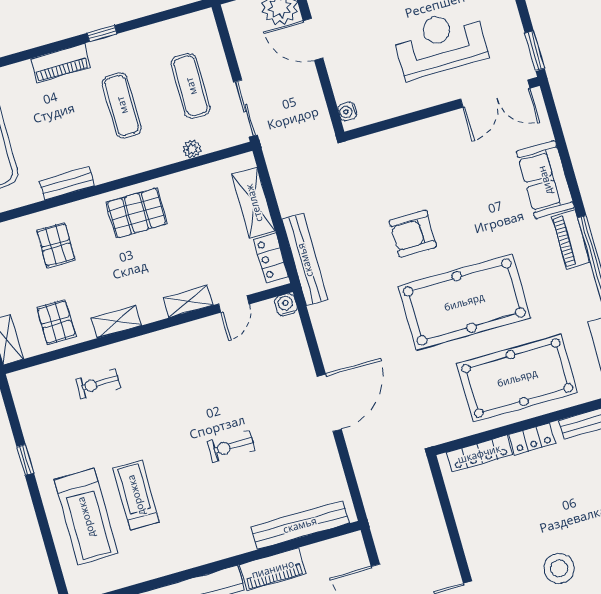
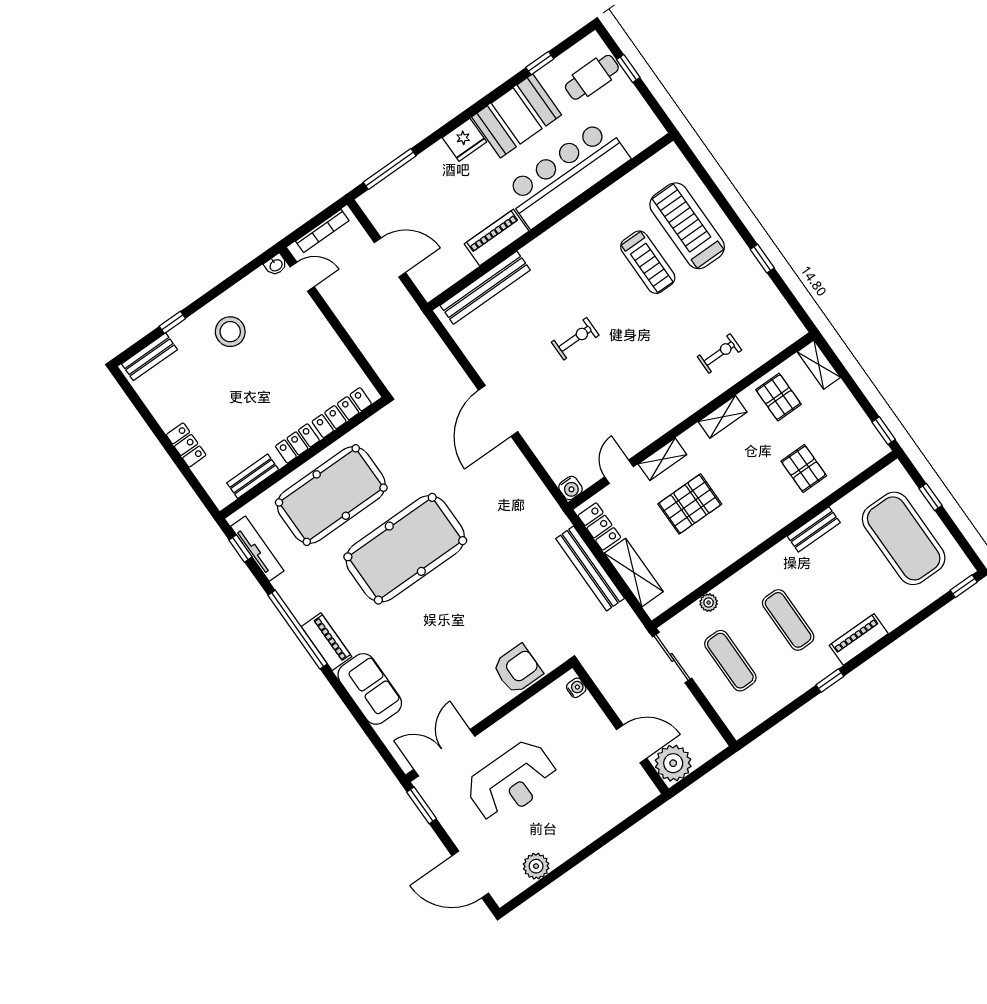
pallet: (137, 213) -> (690, 504), moved
armchair: (413, 234) -> (517, 669), moved
bench: (305, 260) -> (590, 568), moved

